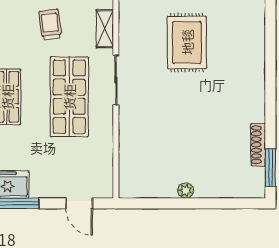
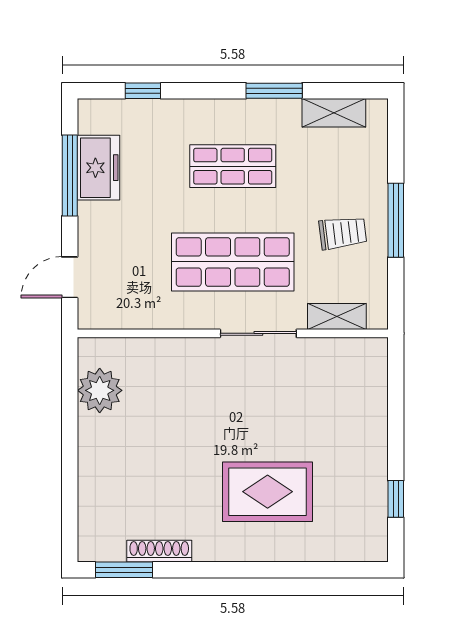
rug: (187, 42) -> (268, 492), moved
plant: (186, 191) -> (100, 390), moved, width x1.87, depth x1.87

